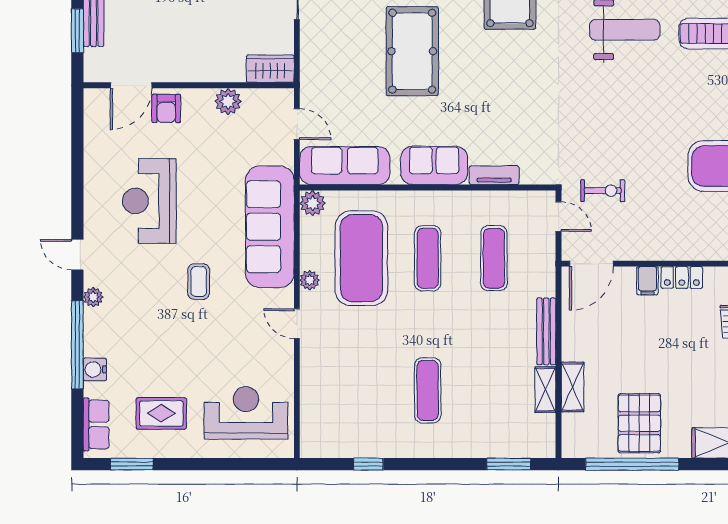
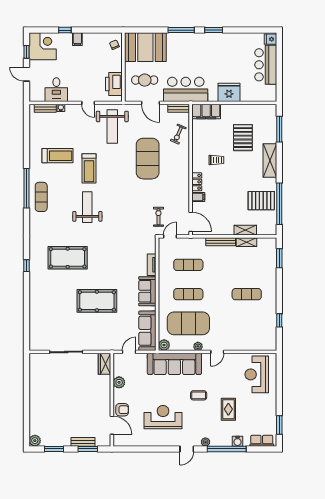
reception desk: (149, 201) -> (163, 417), turned 180
rug: (161, 413) -> (228, 409), moved

